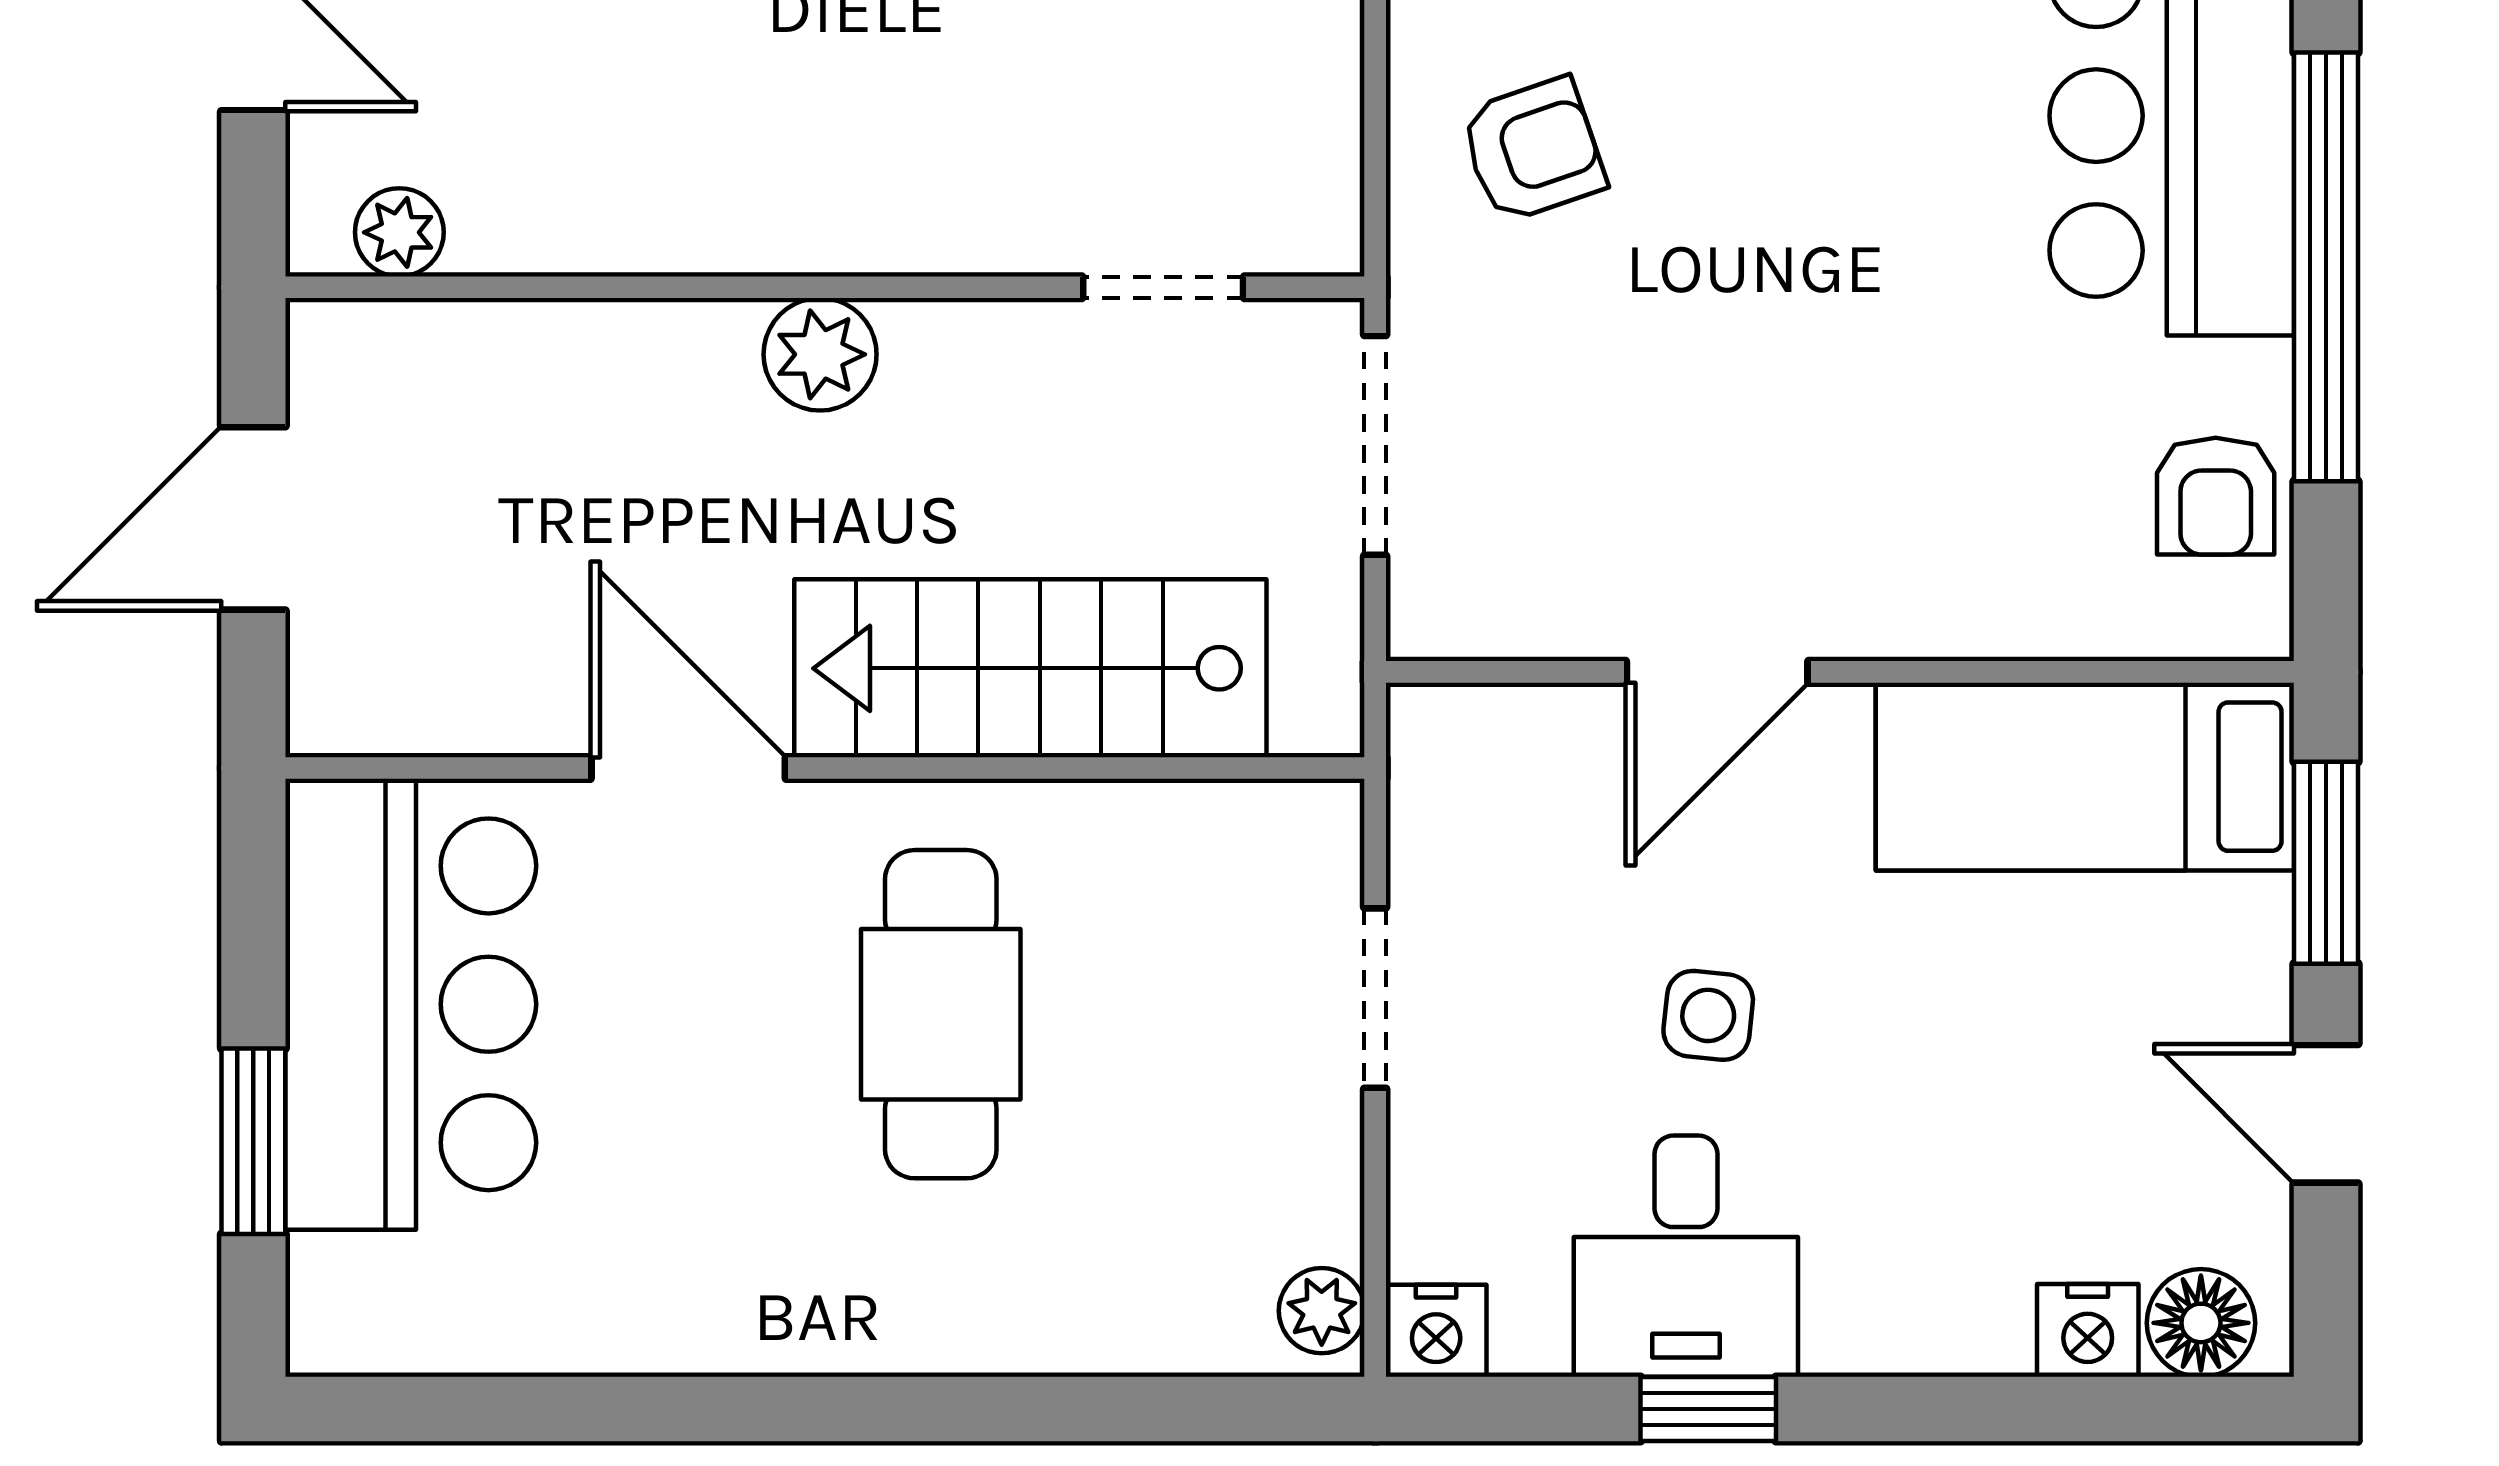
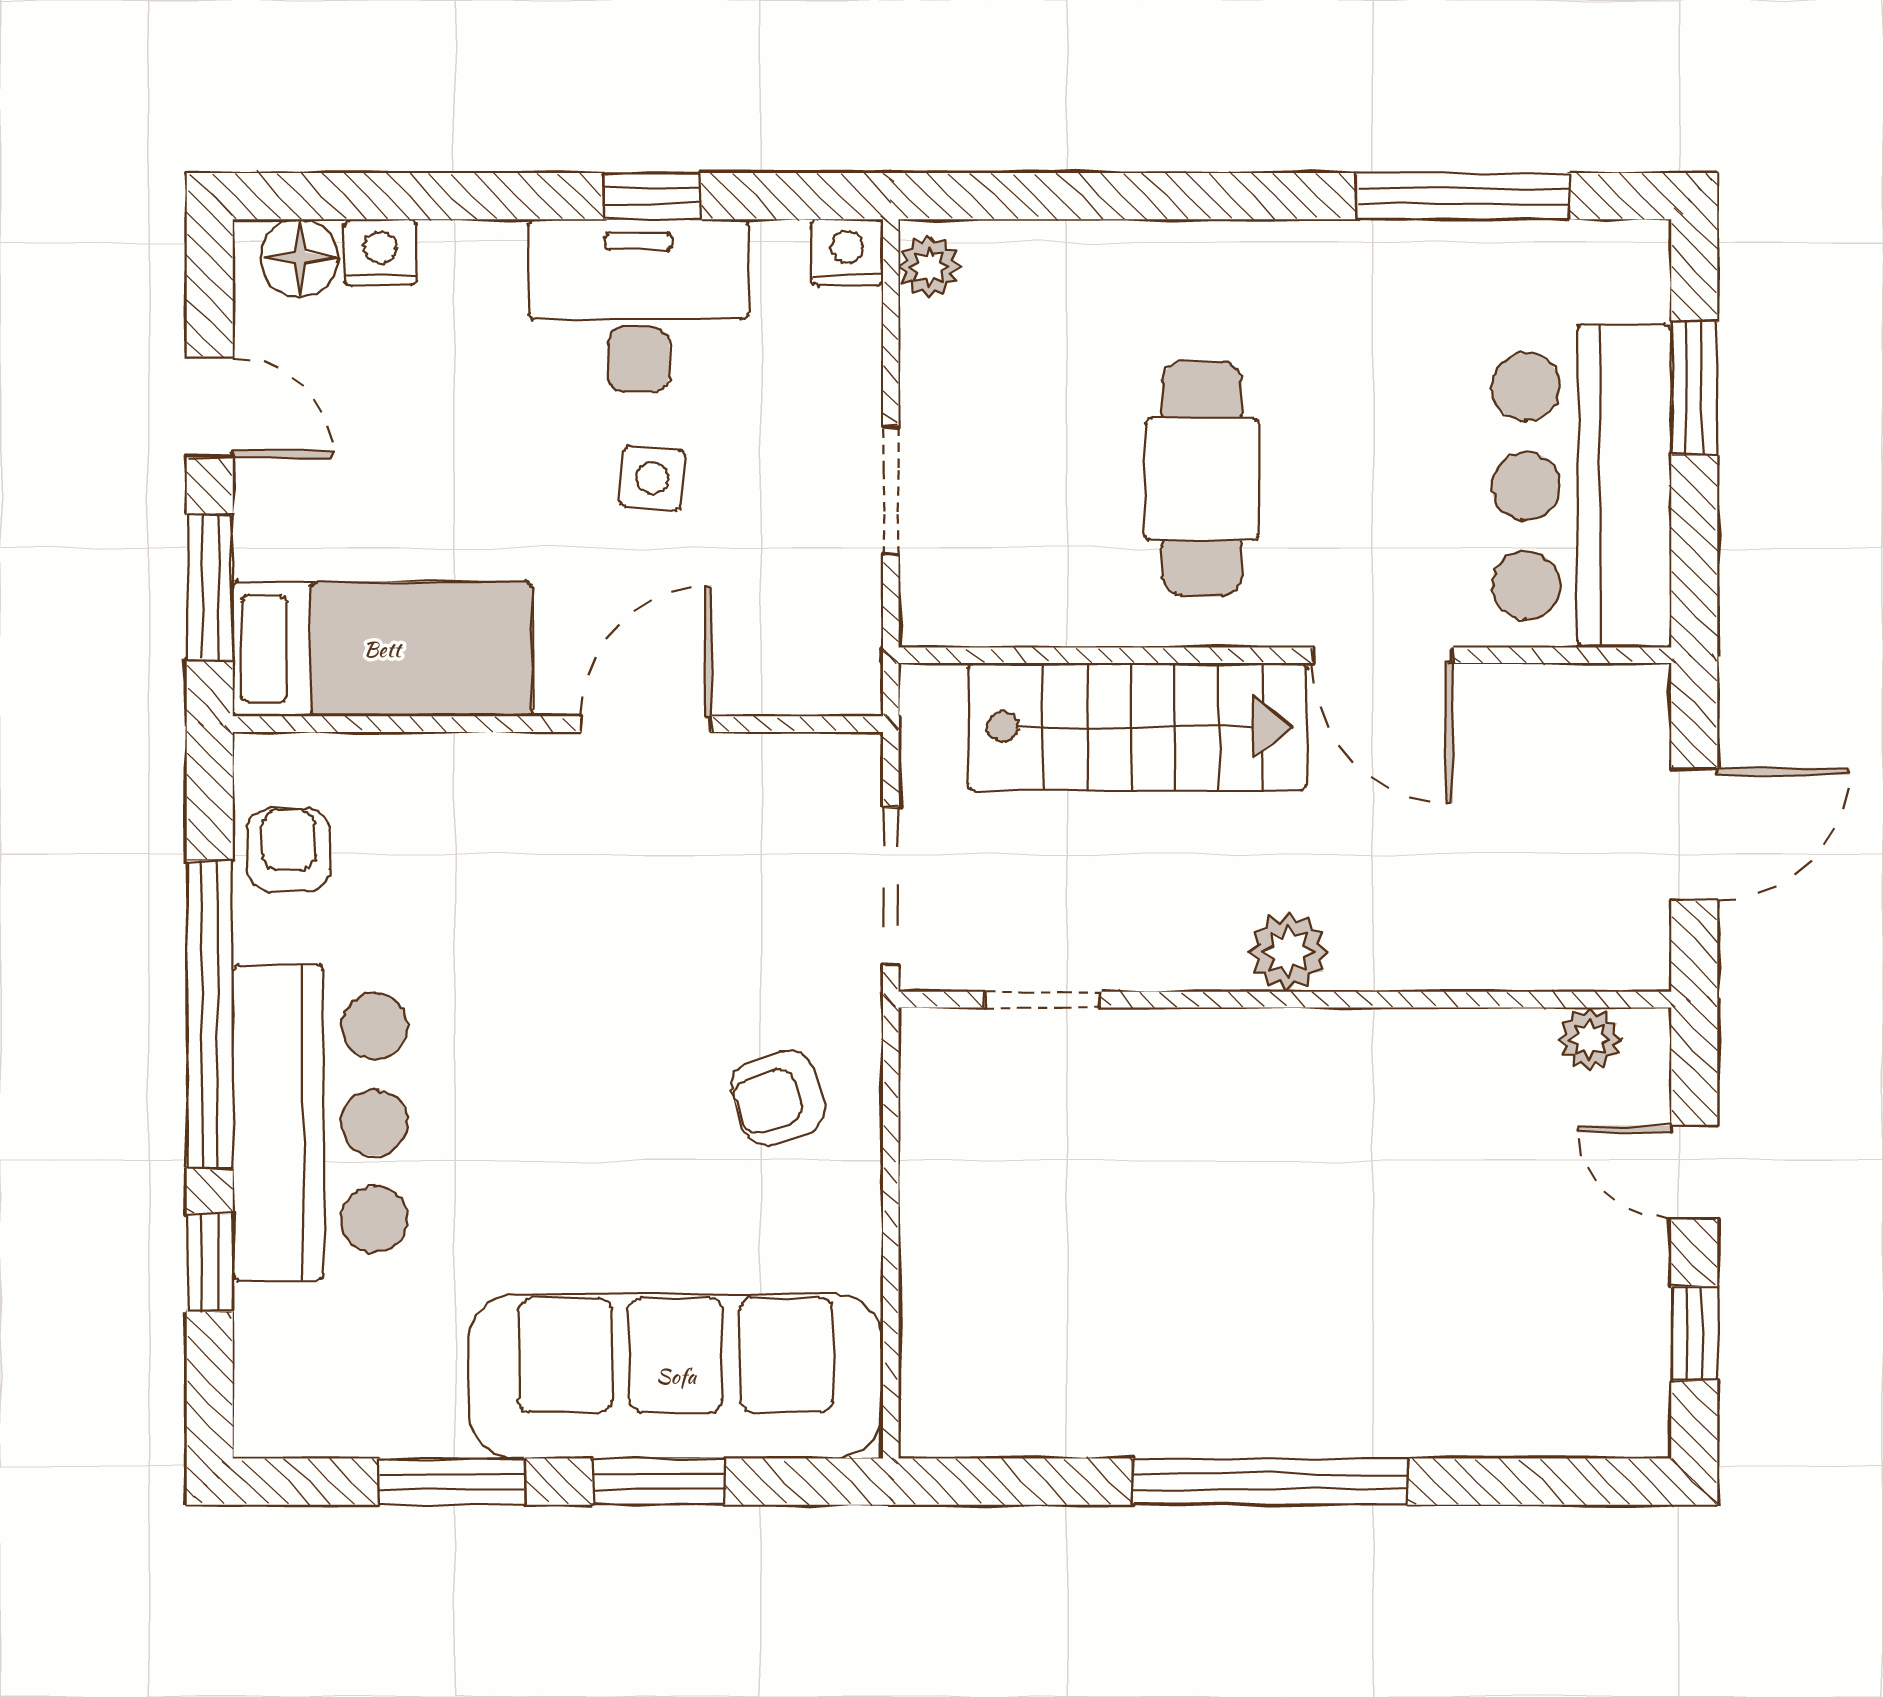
desk: (1686, 1256) -> (638, 306), width x1.37
window: (576, 1409) -> (1463, 196), added

